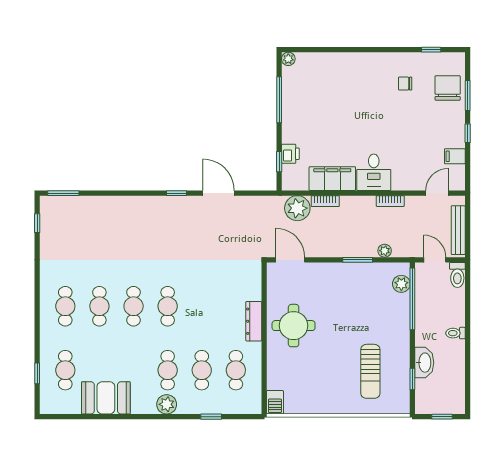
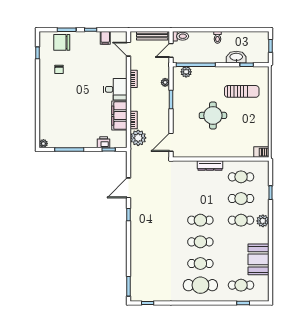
cafe table: (65, 306) -> (200, 285), width x1.37, depth x1.35
round table: (294, 326) -> (213, 115), moved

